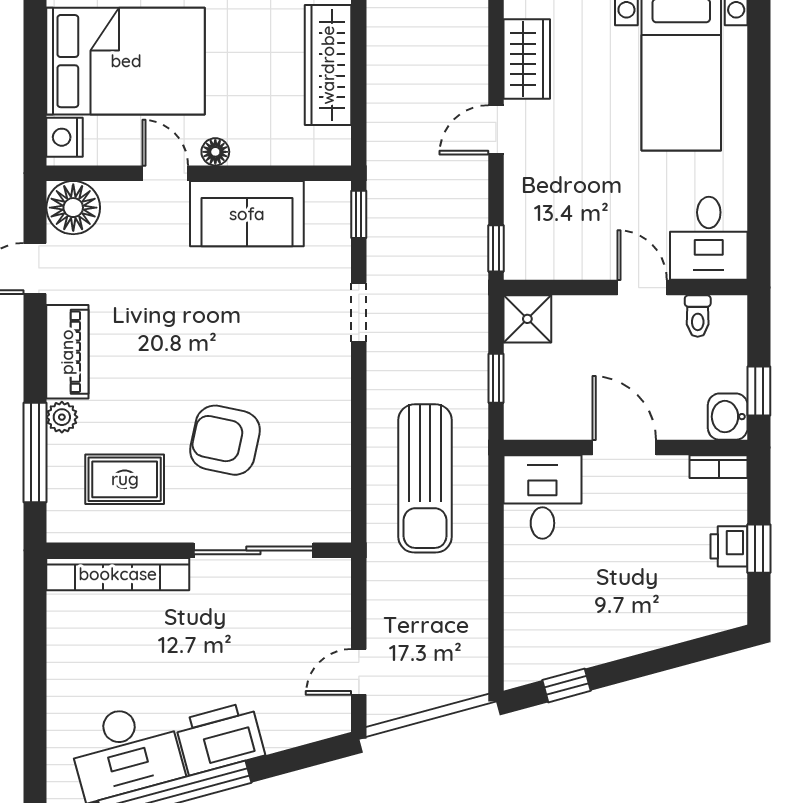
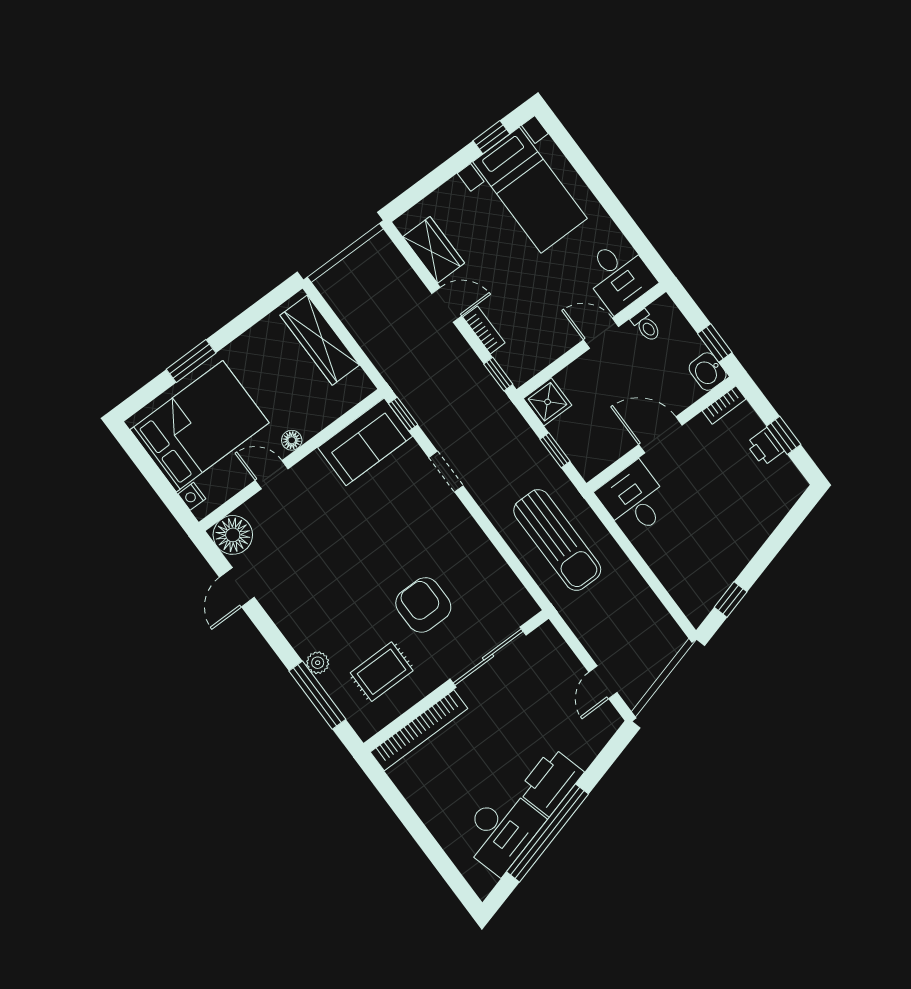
door: (496, 130) -> (447, 305), swing flipped
nightstand: (65, 137) -> (192, 496), width x0.72, depth x0.74
bookcase: (516, 188) -> (484, 330), added
sofa: (247, 214) -> (365, 442), moved
piano: (67, 352) -> (292, 622), removed
armchair: (225, 440) -> (423, 605), turned 78

